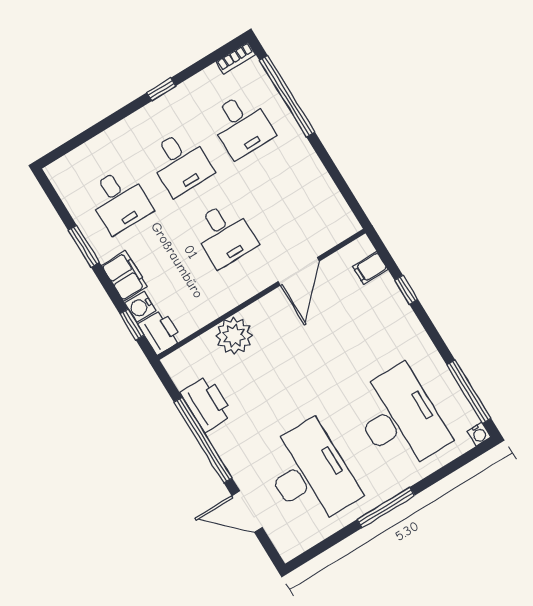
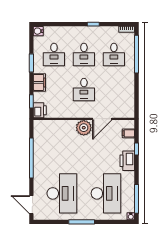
water cooler: (140, 307) -> (38, 31), moved
plant: (234, 336) -> (84, 128), moved
printer: (207, 404) -> (127, 161), moved, turned 180
door: (247, 512) -> (31, 205), moved

